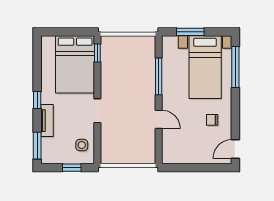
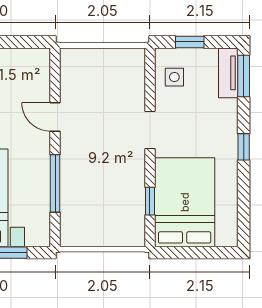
window: (97, 53) -> (150, 201), moved
tv unit: (47, 121) -> (228, 73), moved

